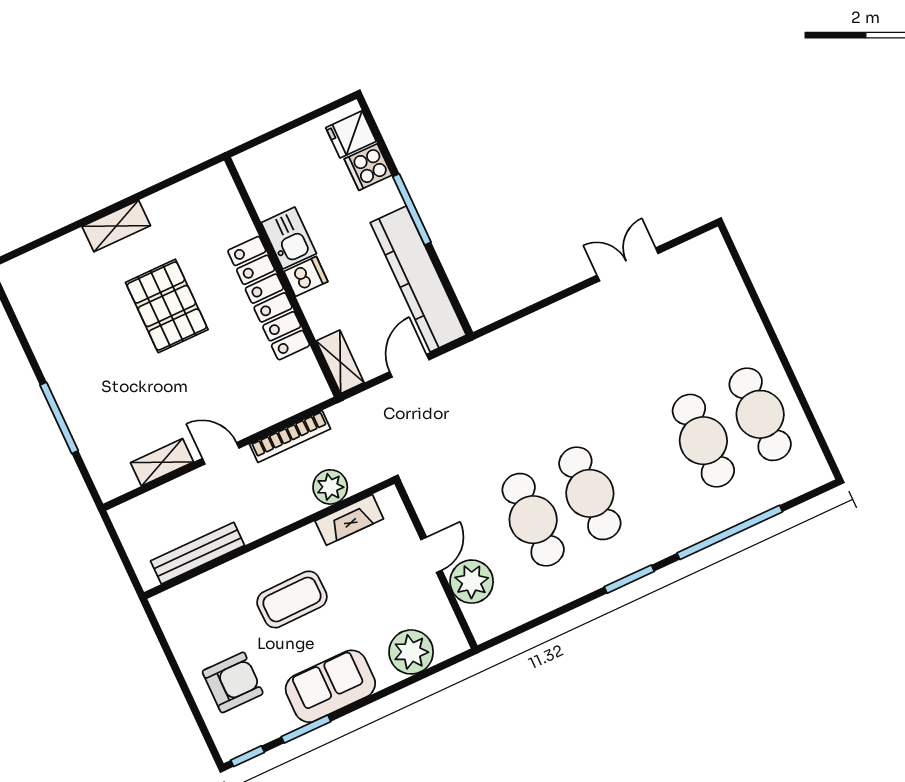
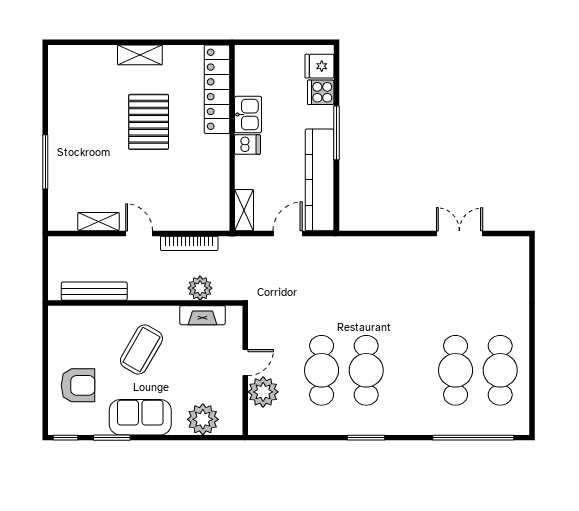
locker: (269, 298) -> (217, 89), moved
window: (730, 532) -> (473, 438), moved
coffee table: (292, 599) -> (141, 350), turned -59

